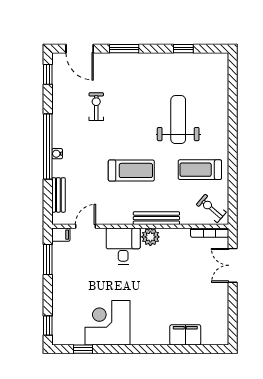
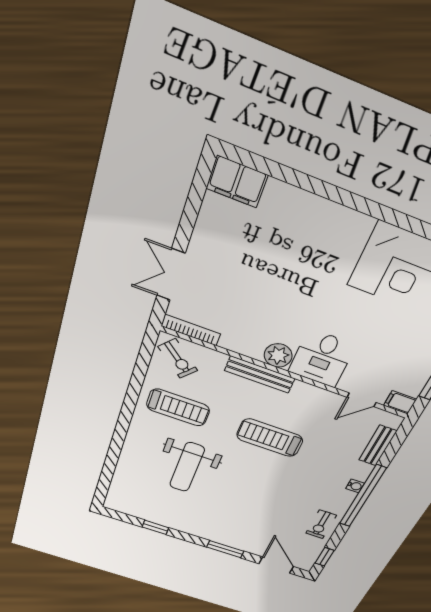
exercise bike: (96, 107) -> (321, 524), moved
double door: (233, 265) -> (171, 275), swing flipped
filing cabinet: (185, 335) -> (237, 182), moved

